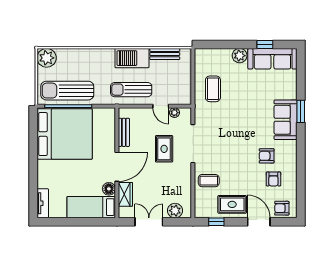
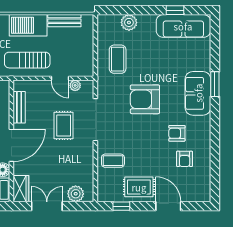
plant: (240, 56) -> (129, 22), moved
wardrobe: (125, 194) -> (21, 189), moved
armchair: (282, 208) -> (145, 99), moved, width x1.88, depth x1.88

